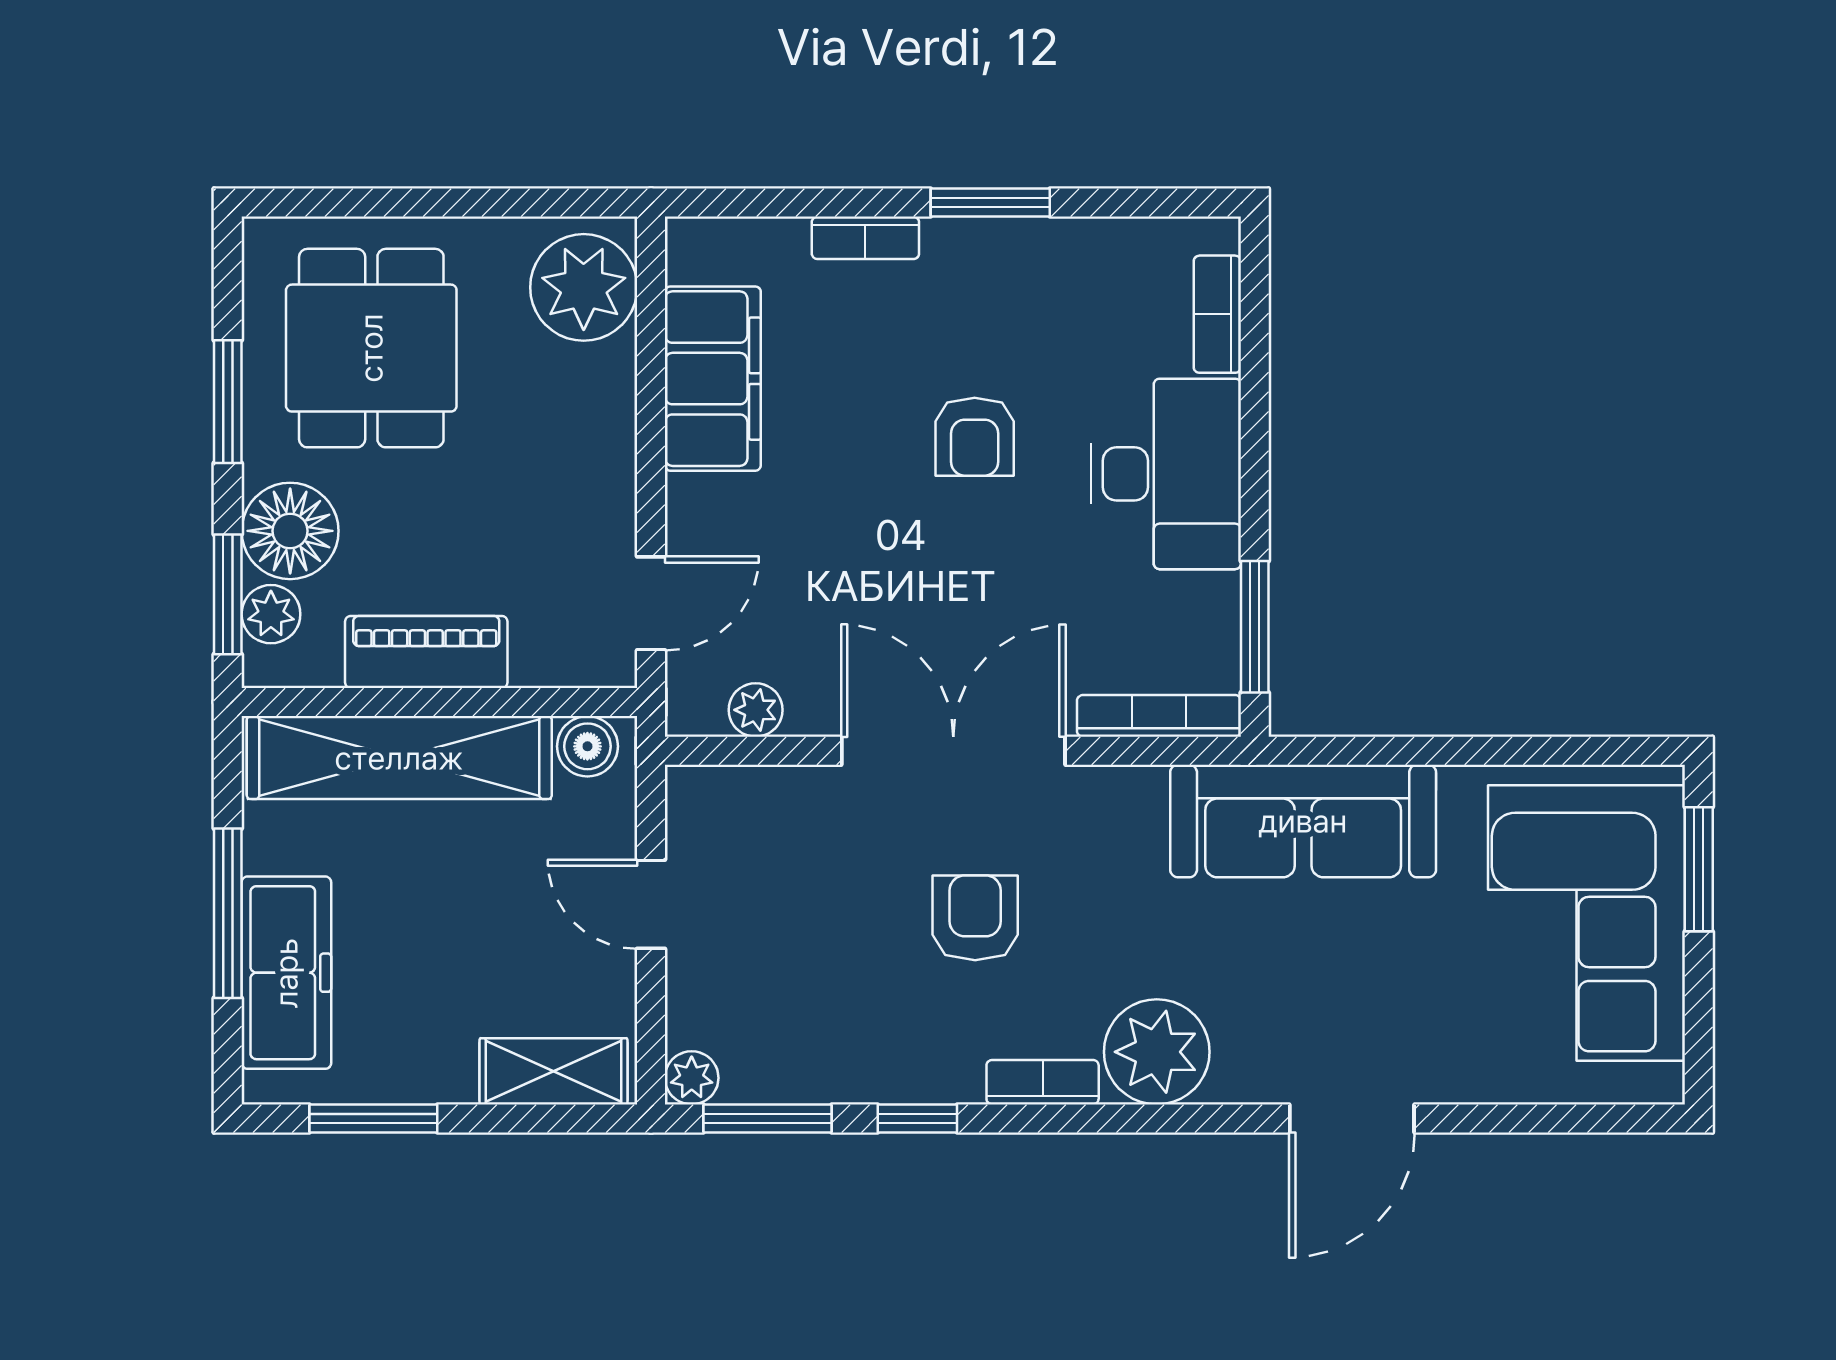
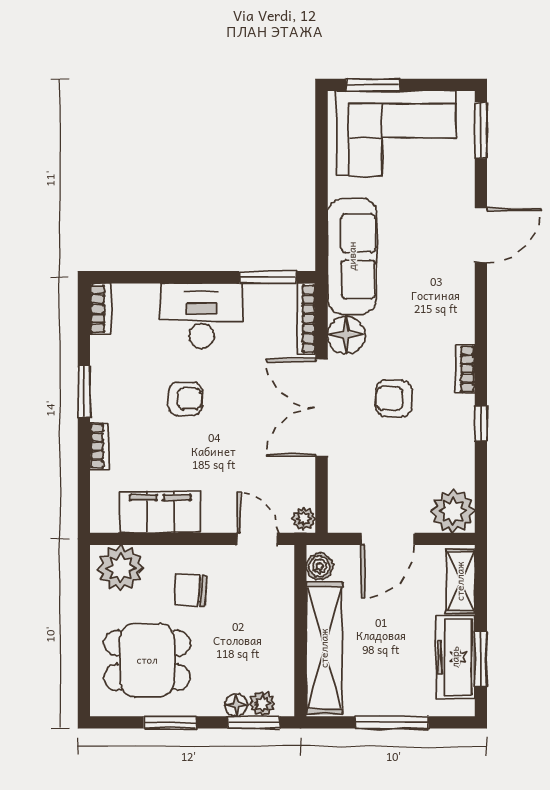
bookcase: (1217, 314) -> (100, 309), moved, turned -90
chair: (533, 449) -> (191, 590), added
floor lamp: (290, 531) -> (236, 705), width x0.53, depth x0.53
piano: (426, 652) -> (279, 636), removed
plant: (756, 710) -> (304, 519), moved
floor lamp: (1121, 808) -> (346, 335), added
door: (651, 904) -> (388, 539), width x1.38
freezer: (286, 973) -> (455, 657), moved, turned -90
plant: (1157, 1052) -> (452, 320), removed
plant: (692, 1078) -> (453, 511), width x1.88, depth x1.88
window: (767, 1118) -> (481, 130), moved
door: (1352, 1118) -> (481, 235), hinge flipped

